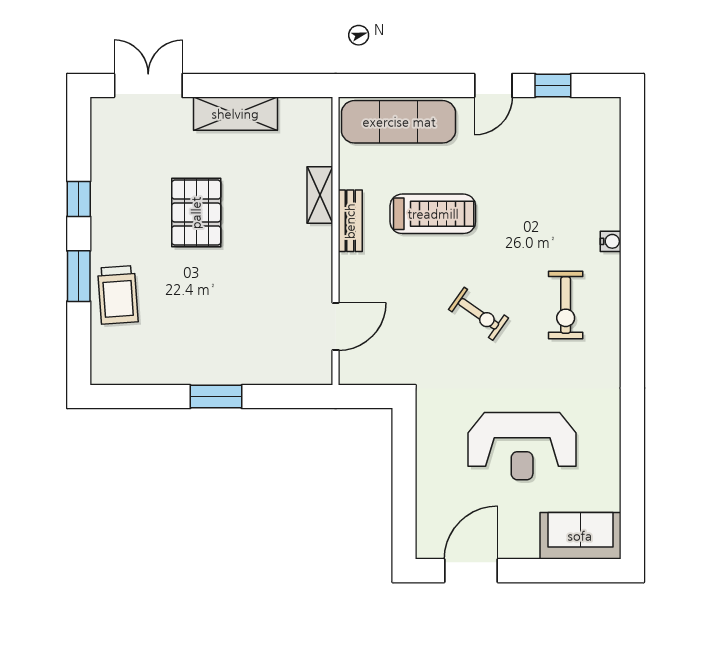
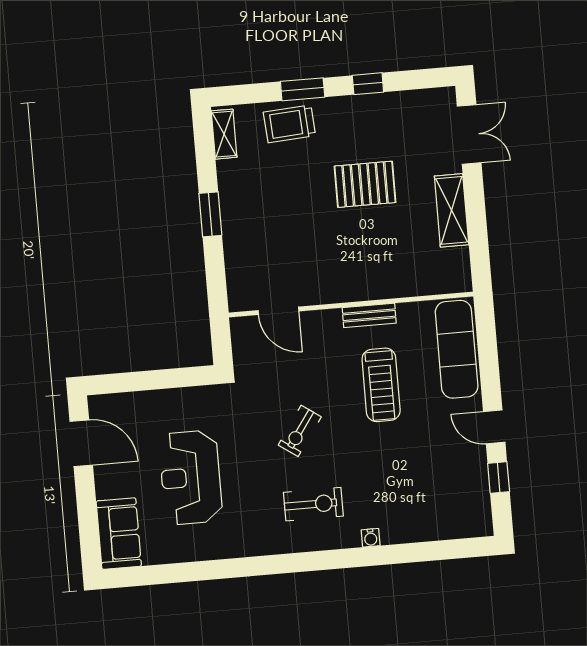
shelving: (320, 195) -> (224, 134), moved, turned 90
exercise bike: (566, 305) -> (313, 504), turned 180

